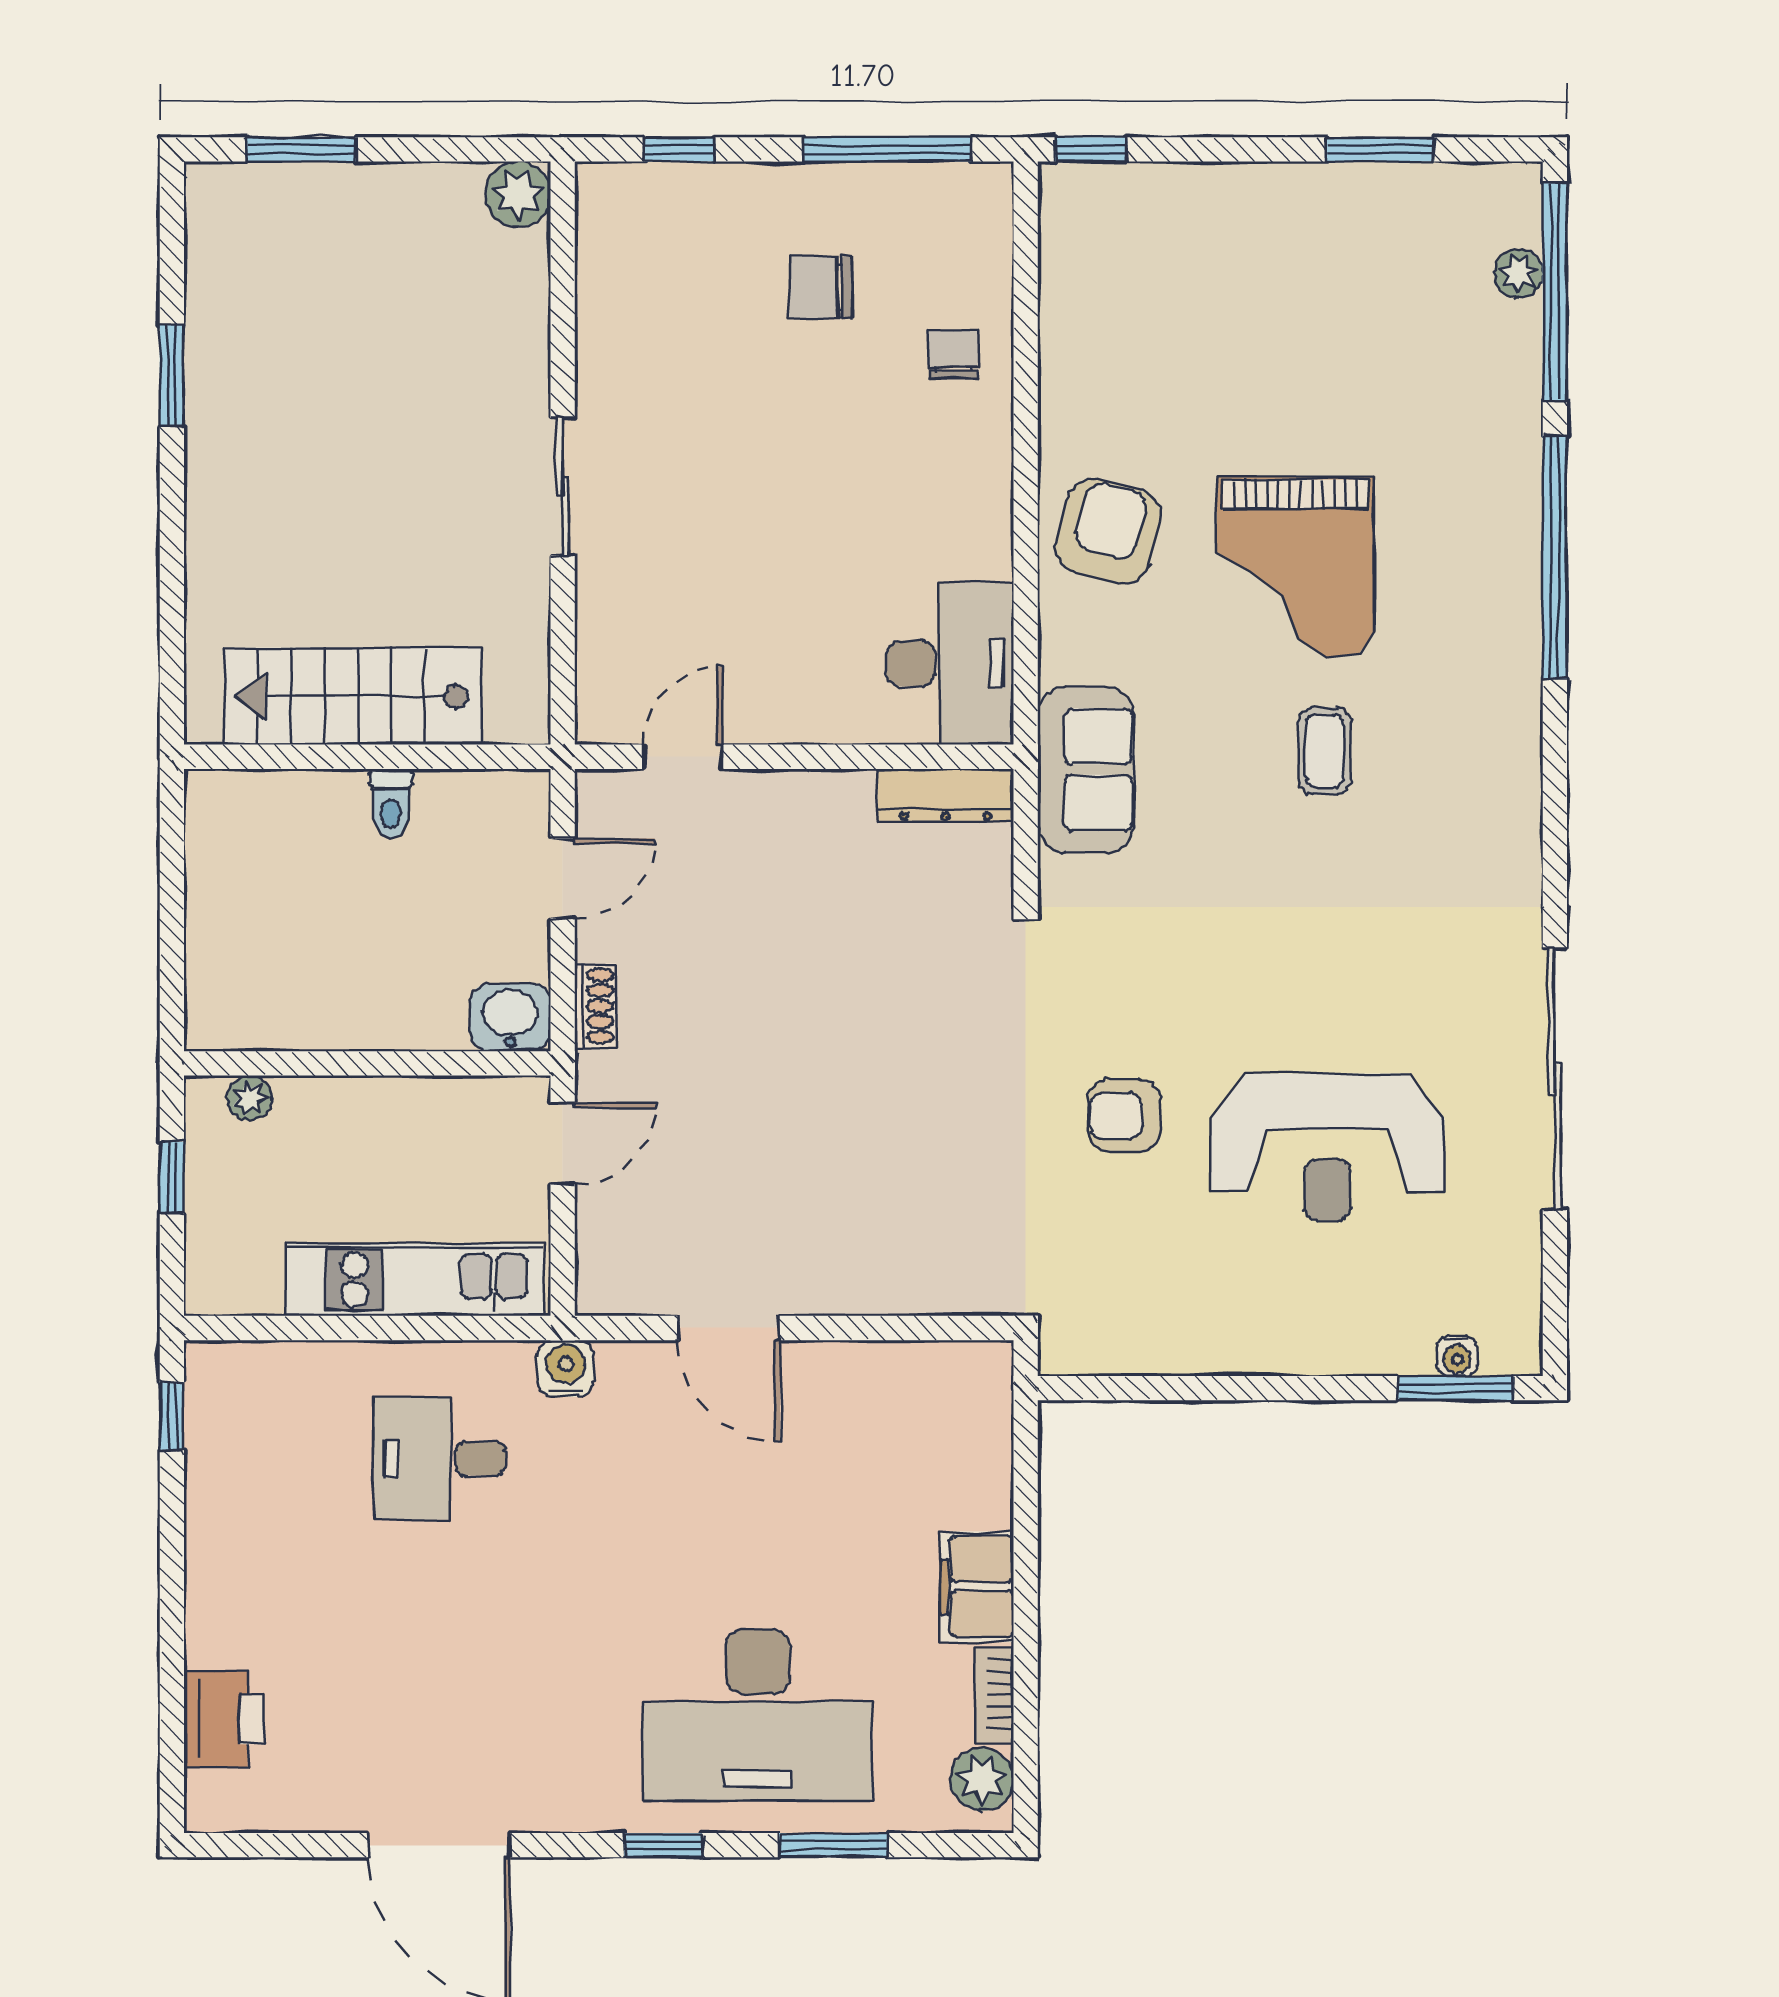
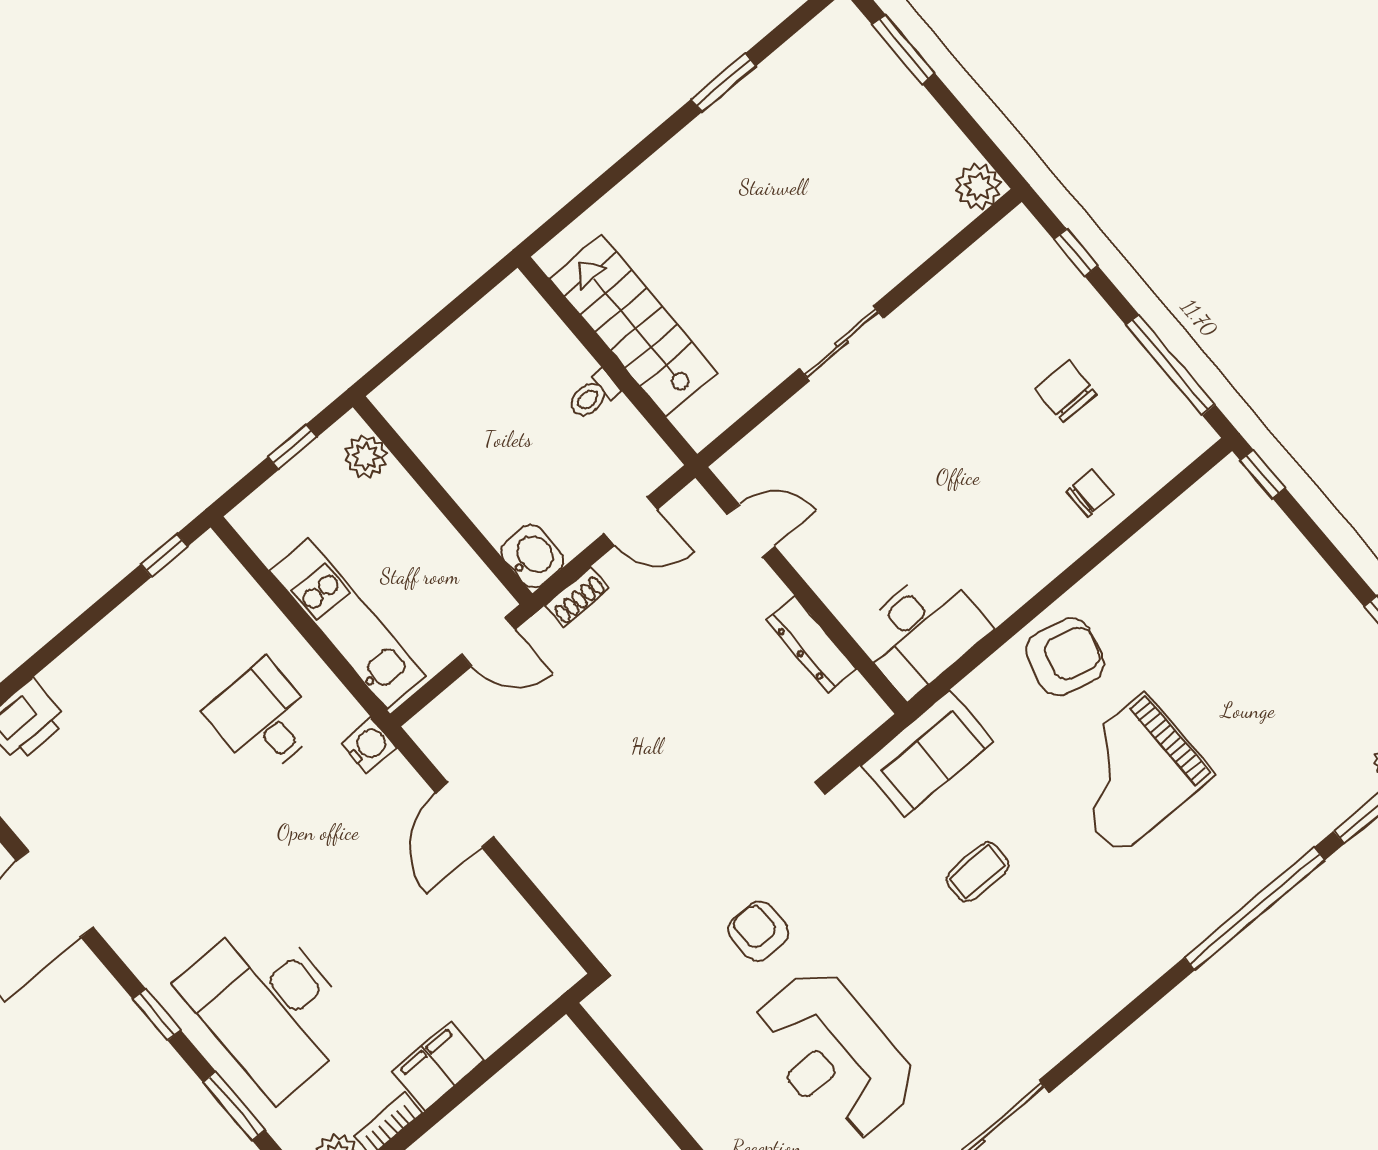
coffee table: (1325, 751) -> (978, 872), moved
dresser: (946, 795) -> (811, 644), moved
plant: (249, 1098) -> (366, 456), width x1.38, depth x1.38

